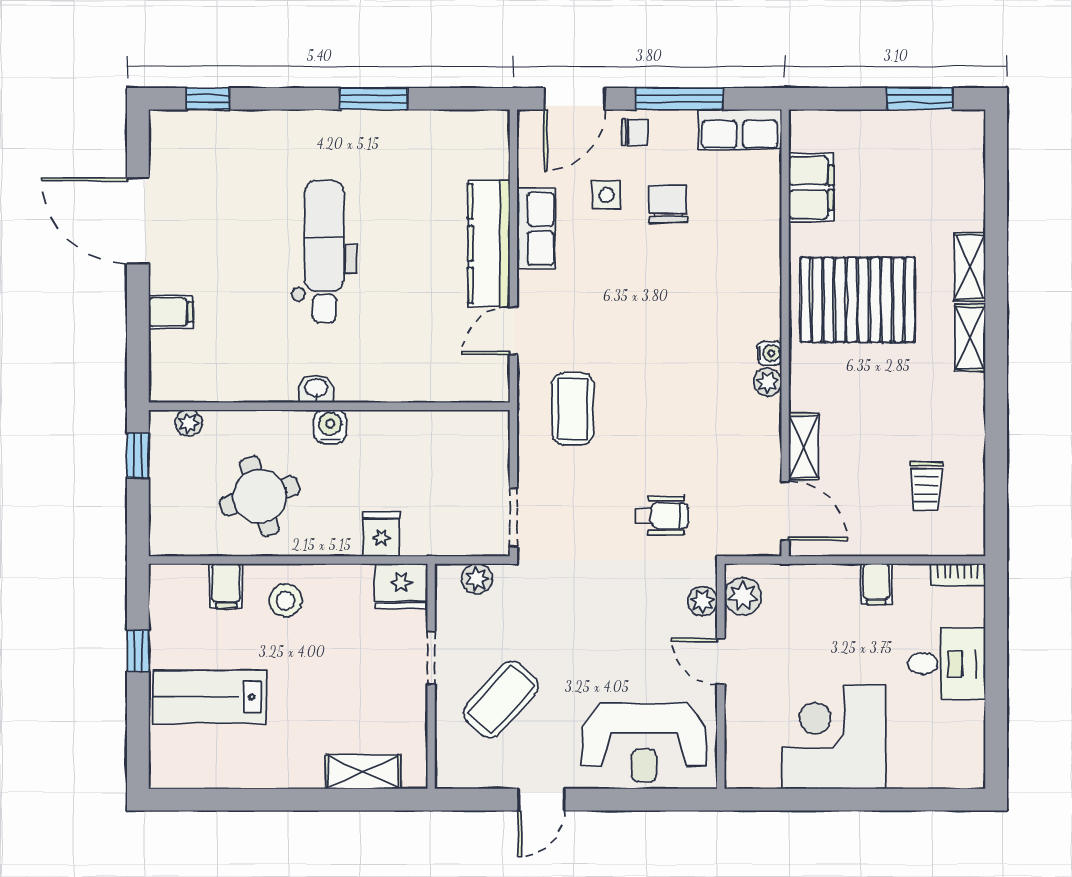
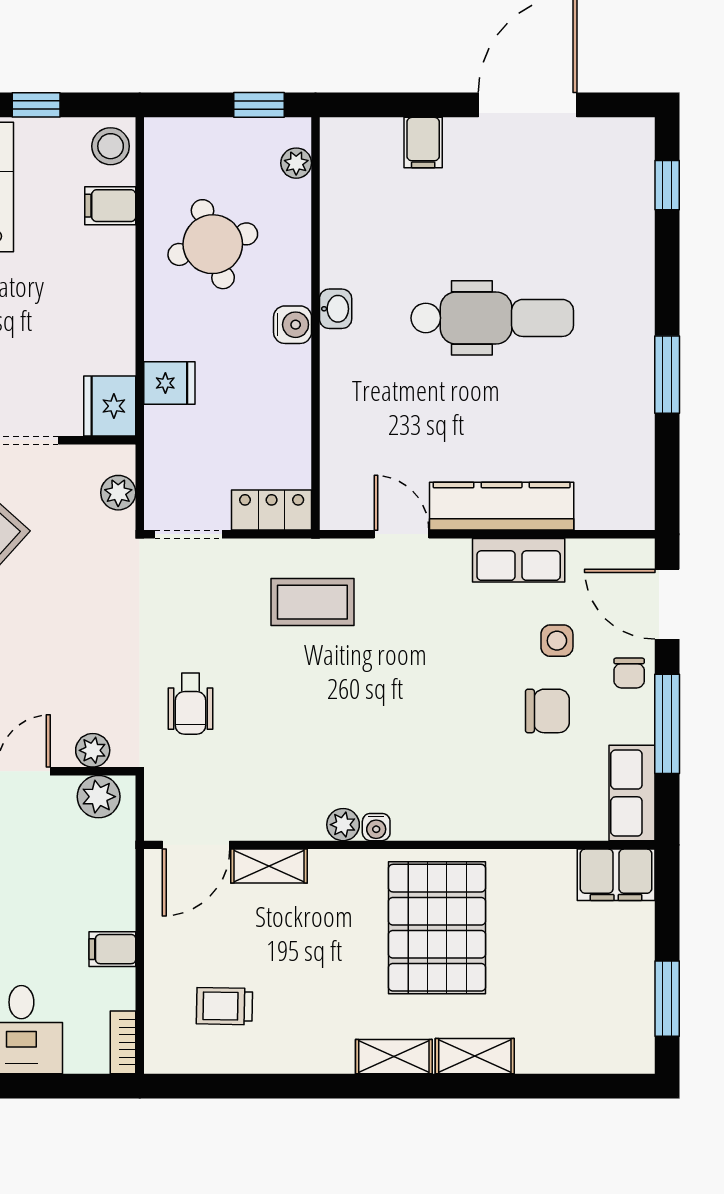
filing cabinet: (811, 188) -> (616, 875), moved
locker: (492, 445) -> (272, 510), added
stool: (286, 600) -> (111, 146), moved

